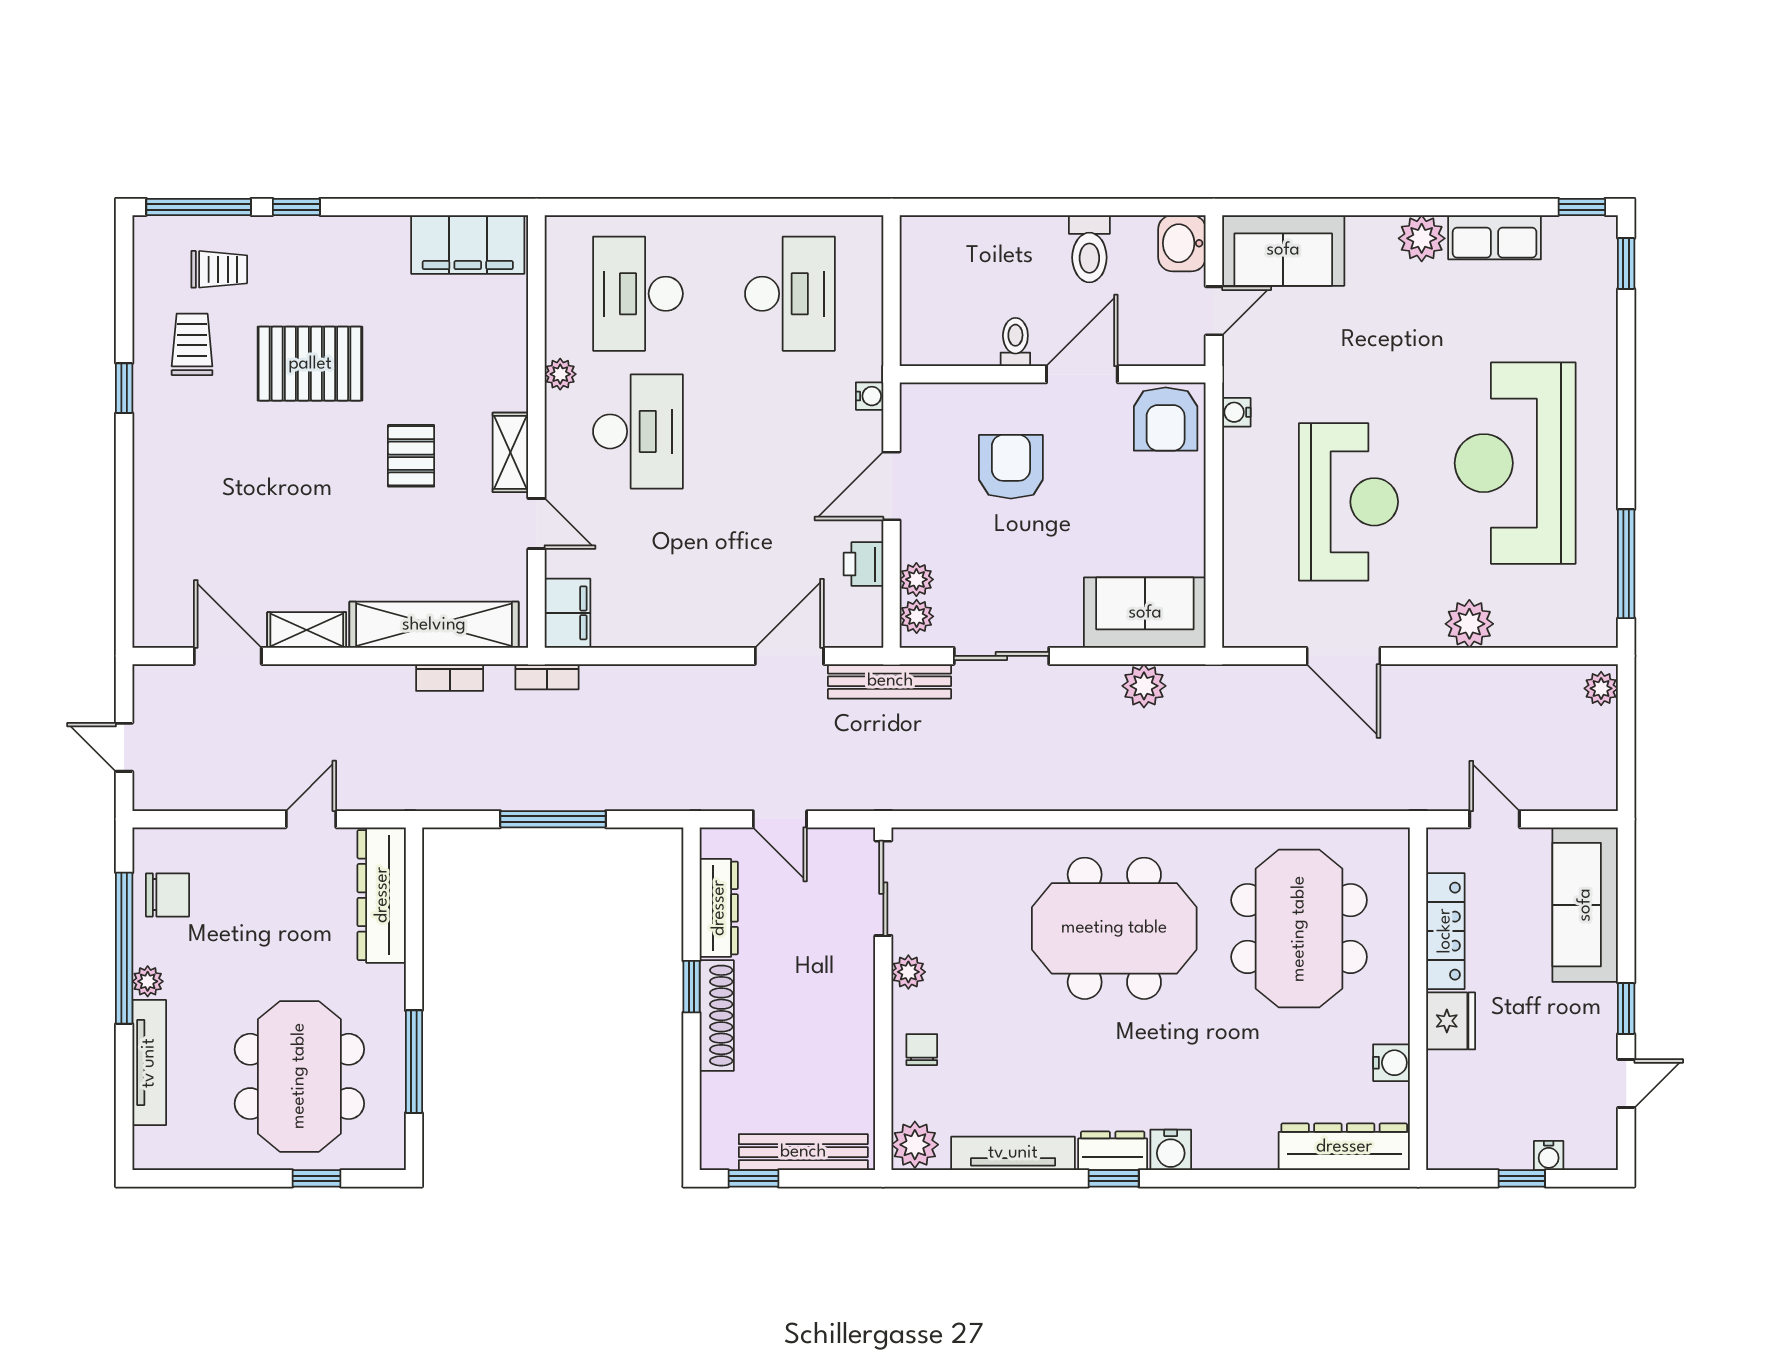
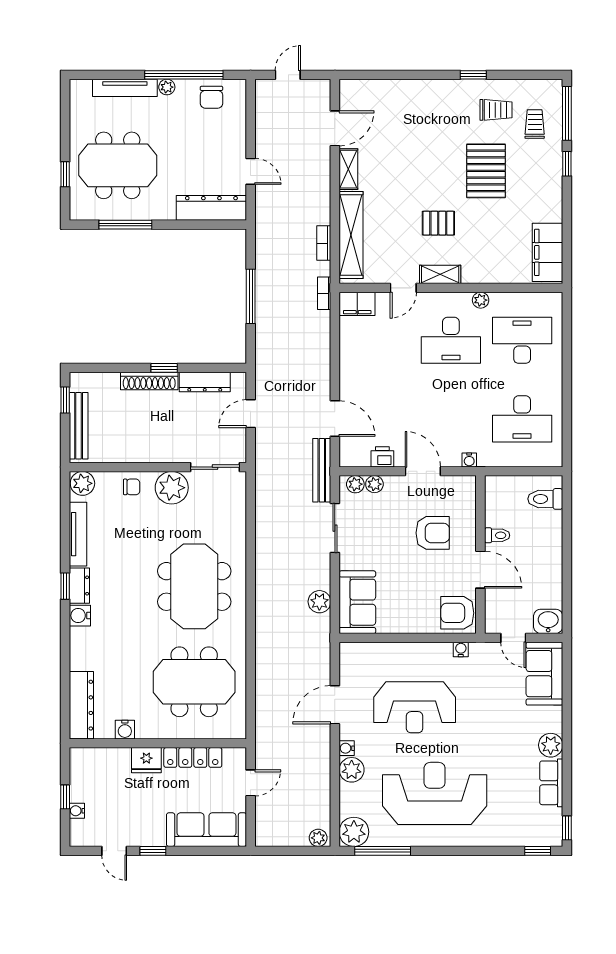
toilet: (1089, 249) -> (545, 499), moved
trolley: (219, 269) -> (535, 124), turned 180
plant: (1589, 619) -> (354, 832), added
water cooler: (1428, 633) -> (347, 748), added
plant: (908, 972) -> (172, 488), width x1.87, depth x1.87

